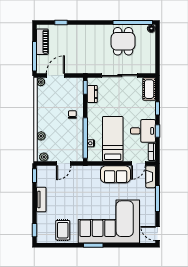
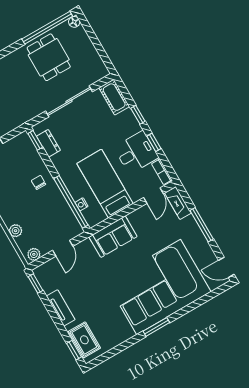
sofa: (116, 174) -> (113, 237), moved
rug: (63, 230) -> (84, 340), moved

